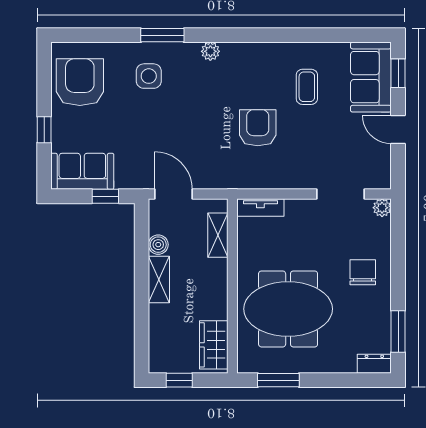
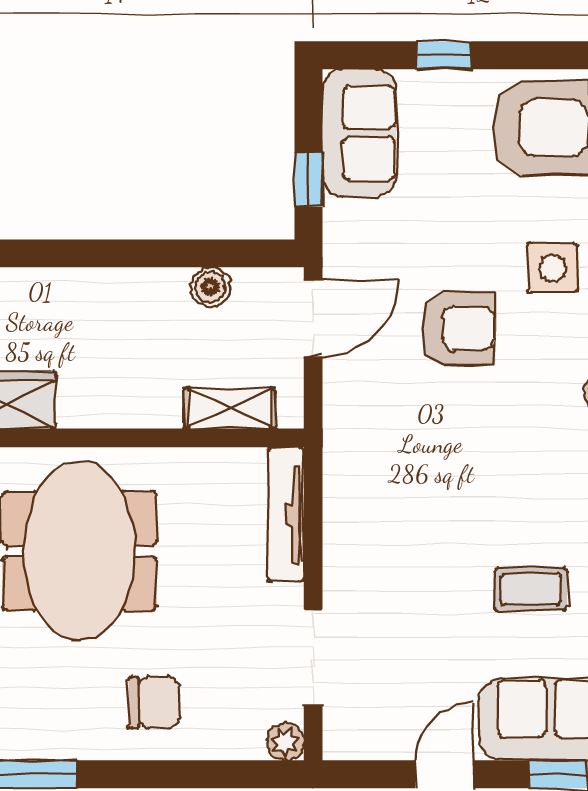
armchair: (258, 128) -> (458, 328), moved
tv unit: (260, 208) -> (286, 514), width x1.41
shelving: (159, 280) -> (139, 289), removed

